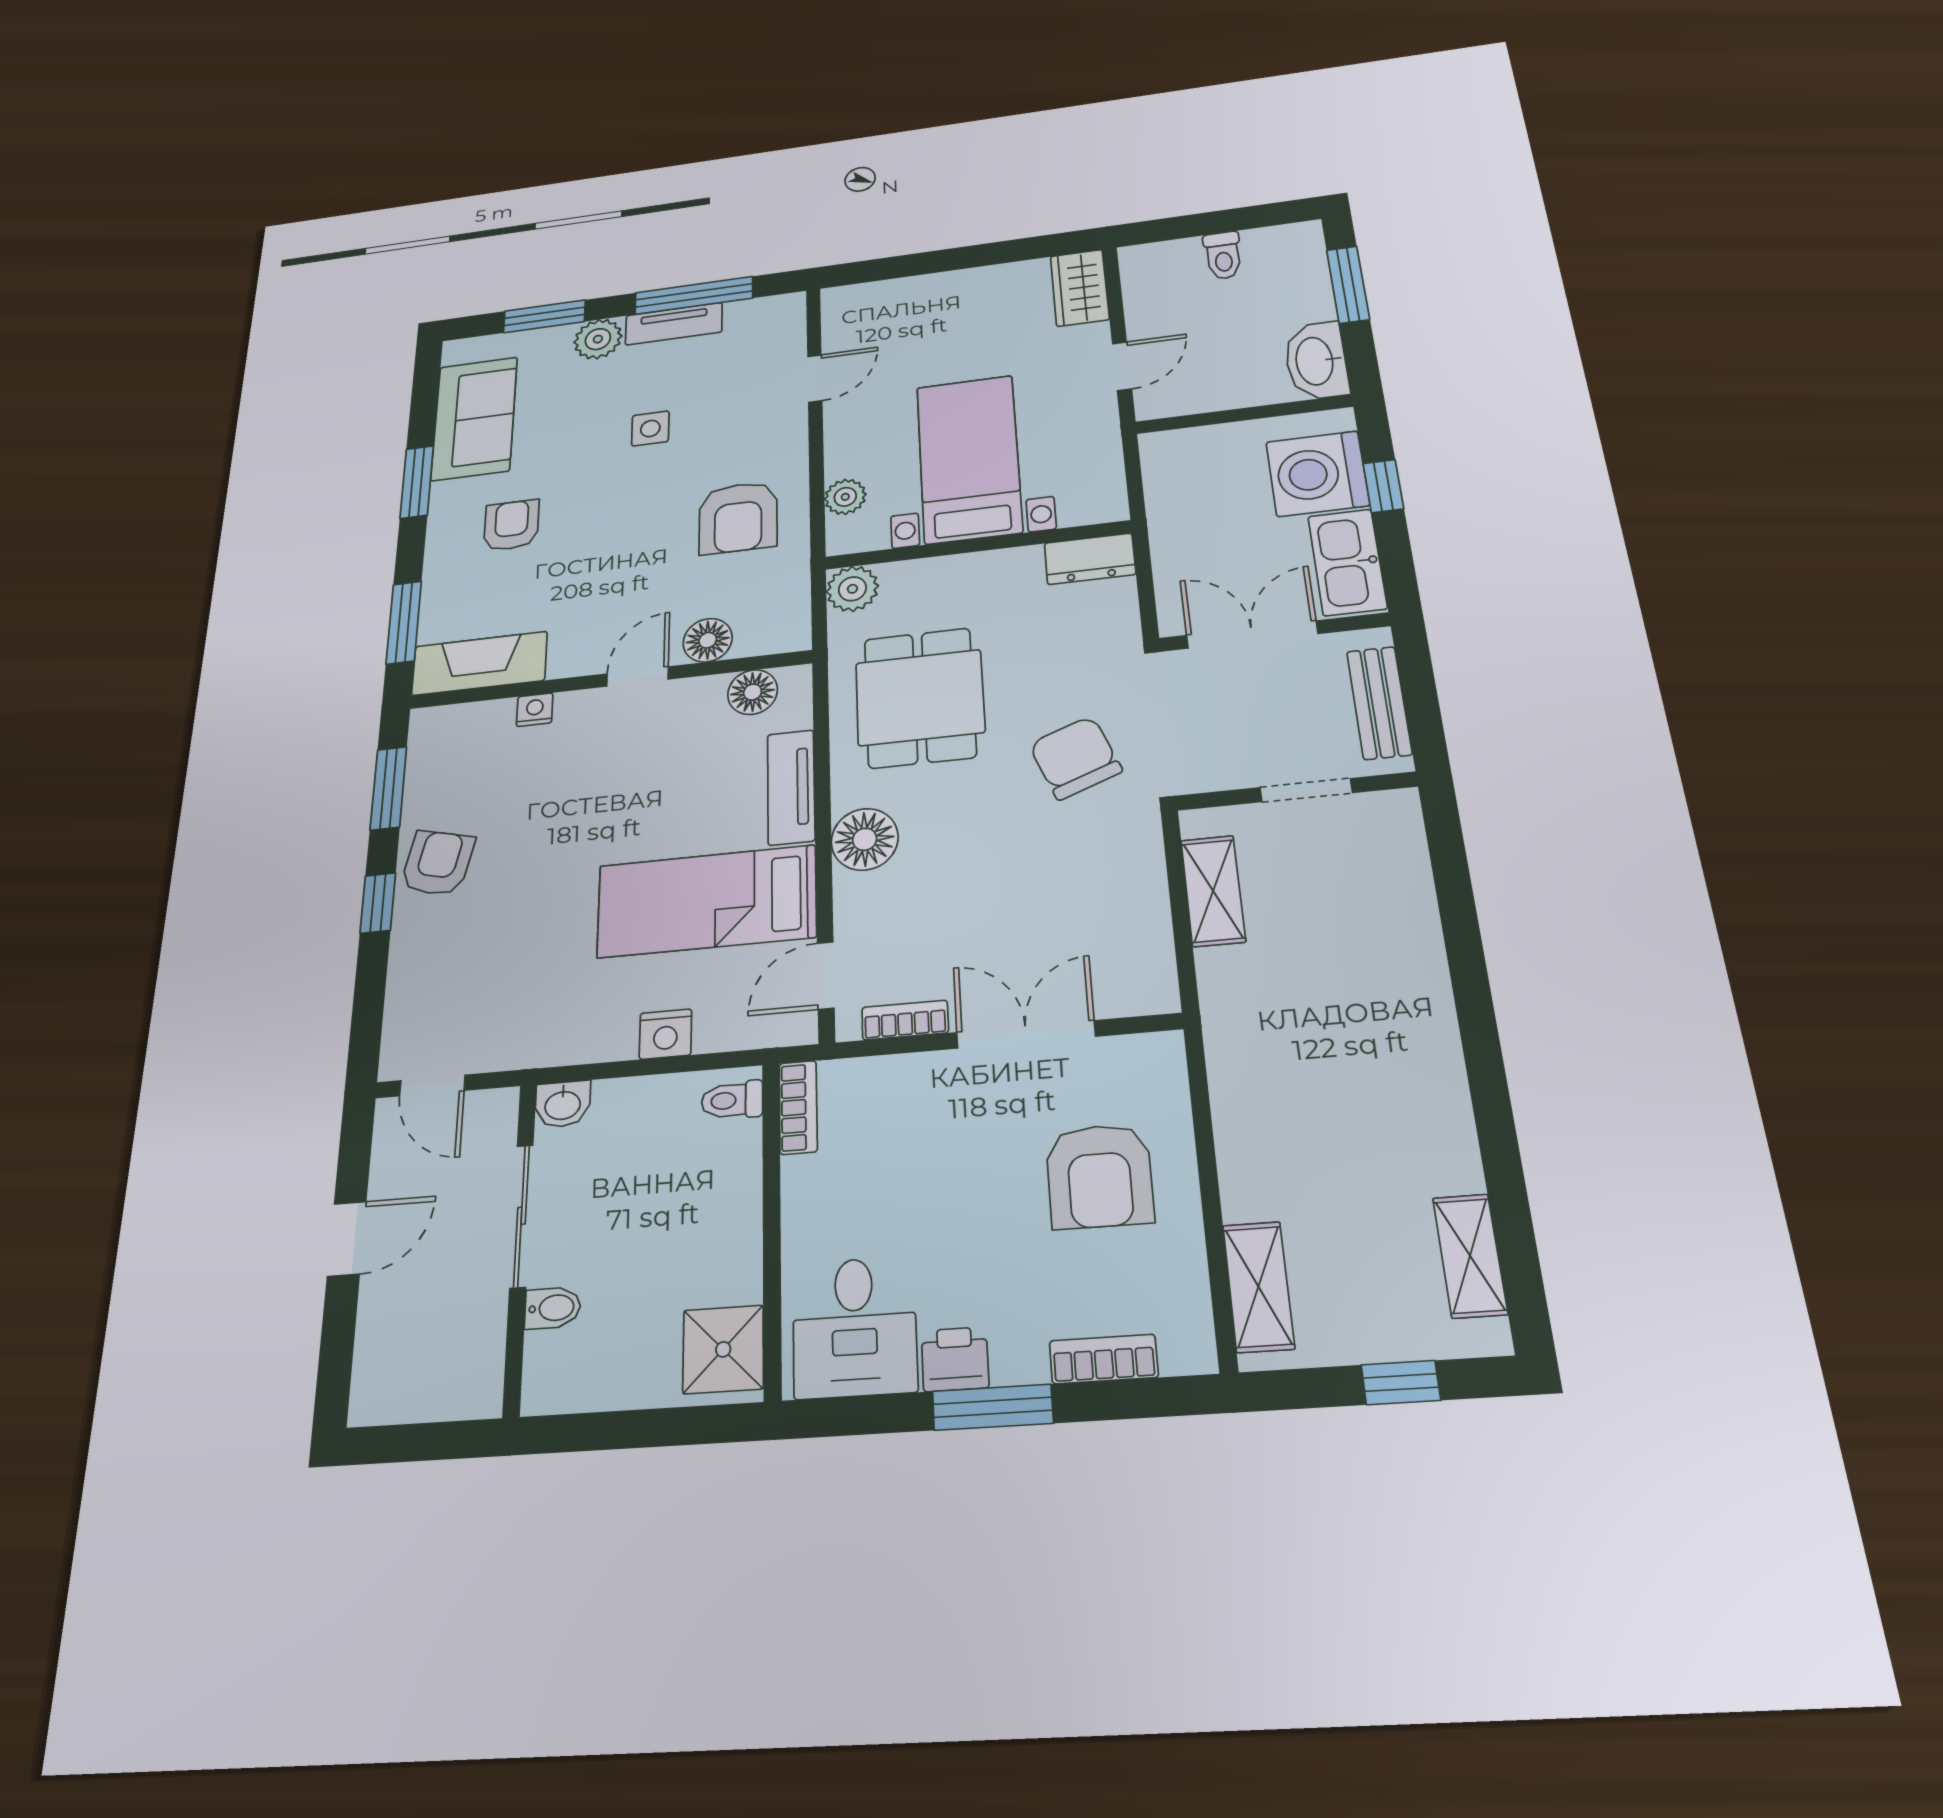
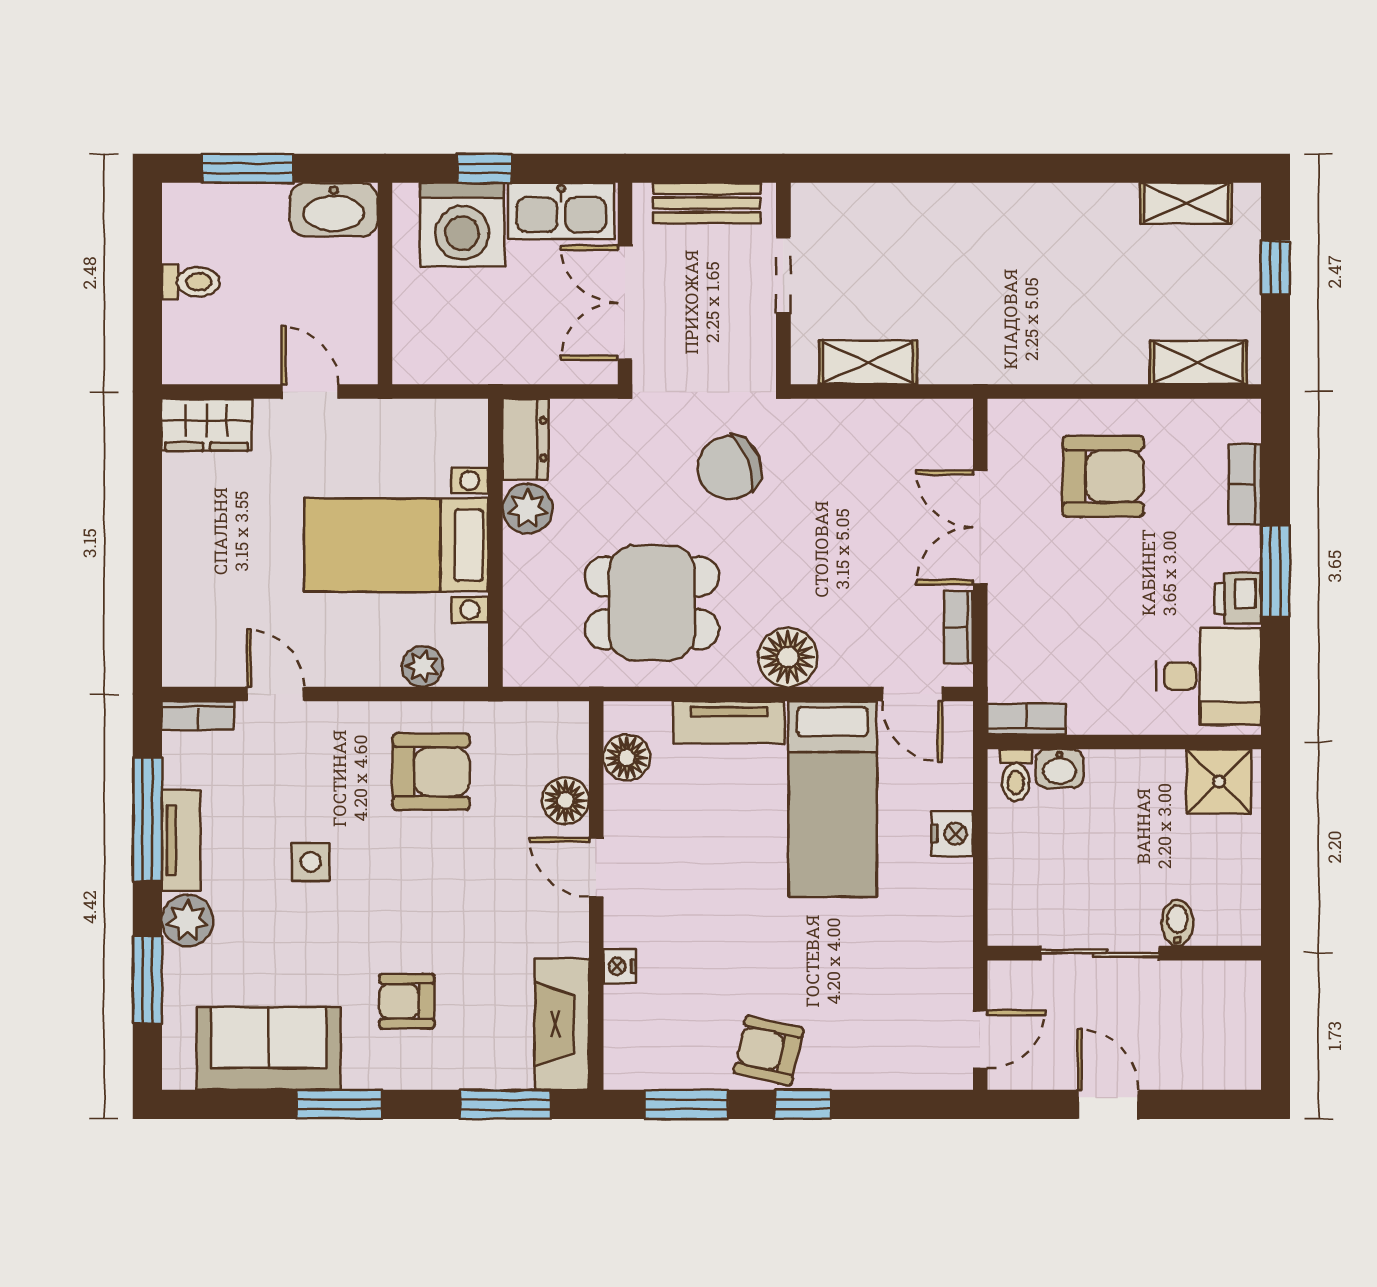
bookcase: (793, 320) -> (198, 716), added
plant: (852, 589) -> (528, 509), moved
washbasin: (563, 1104) -> (1059, 769), moved, turned 90

